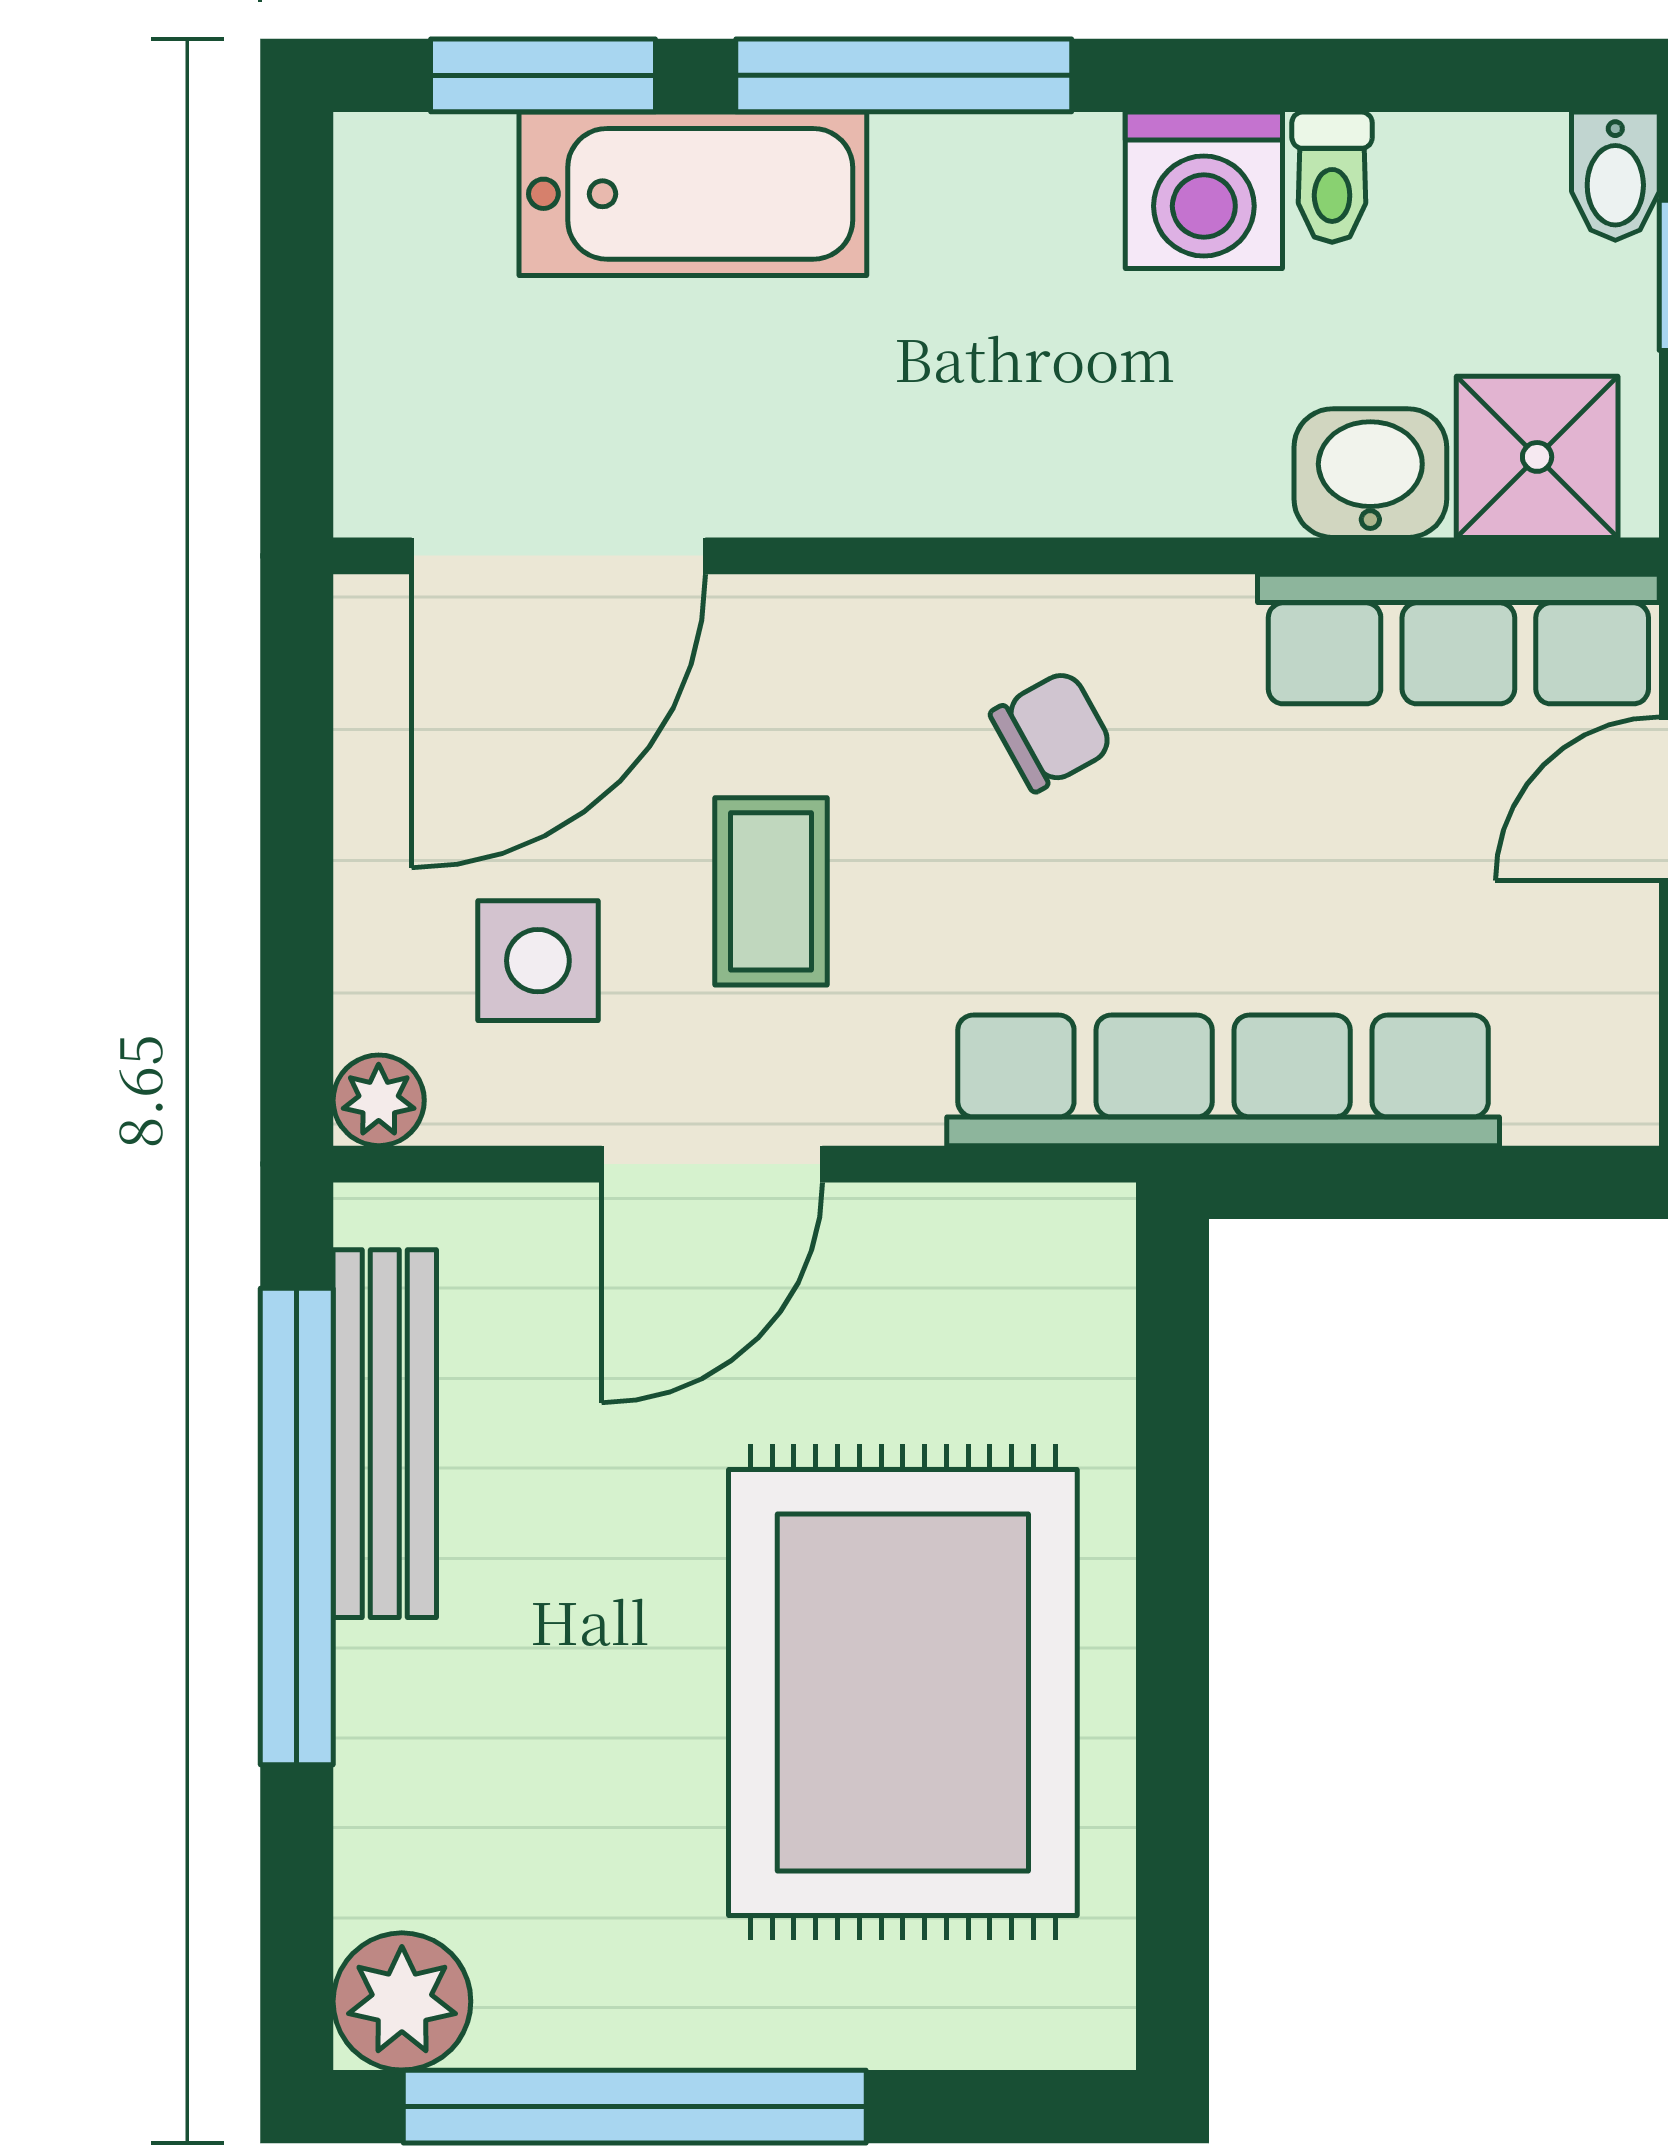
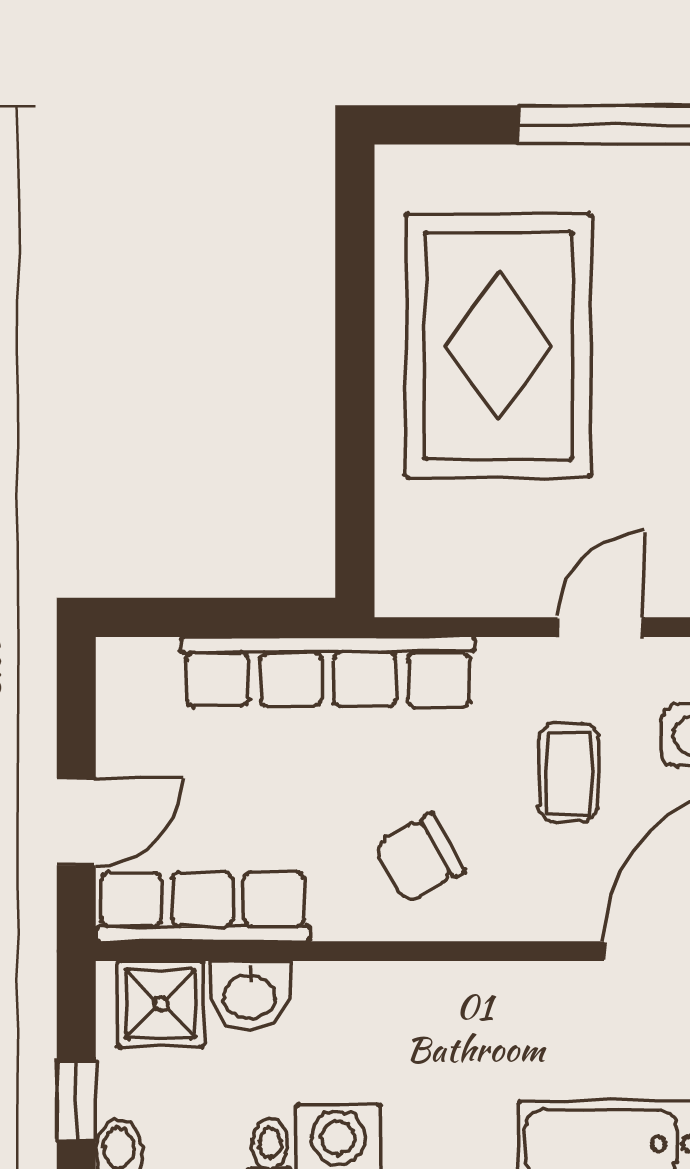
chair: (1052, 731) -> (419, 858), width x1.37, depth x1.37
door: (712, 1164) -> (600, 627), width x0.73

